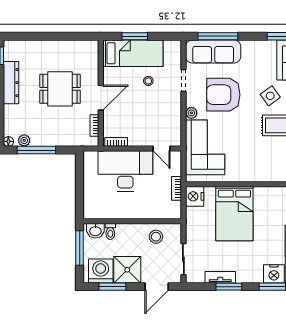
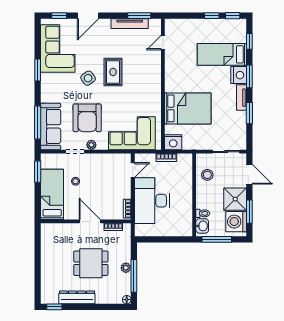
window: (135, 36) -> (38, 172), moved
dining table: (60, 89) -> (91, 263), moved, turned 90
plant: (191, 113) -> (91, 145), moved
plant: (24, 140) -> (126, 268), moved
tv unit: (220, 277) -> (242, 98), moved

